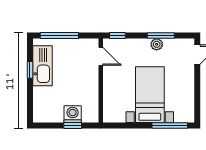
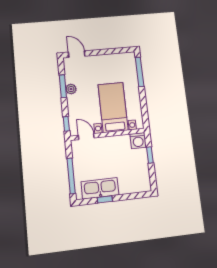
door: (101, 56) -> (86, 137), hinge flipped
bed with nightstands: (150, 95) -> (113, 107), moved, turned 90
washing machine: (73, 114) -> (138, 141), moved, turned -90

